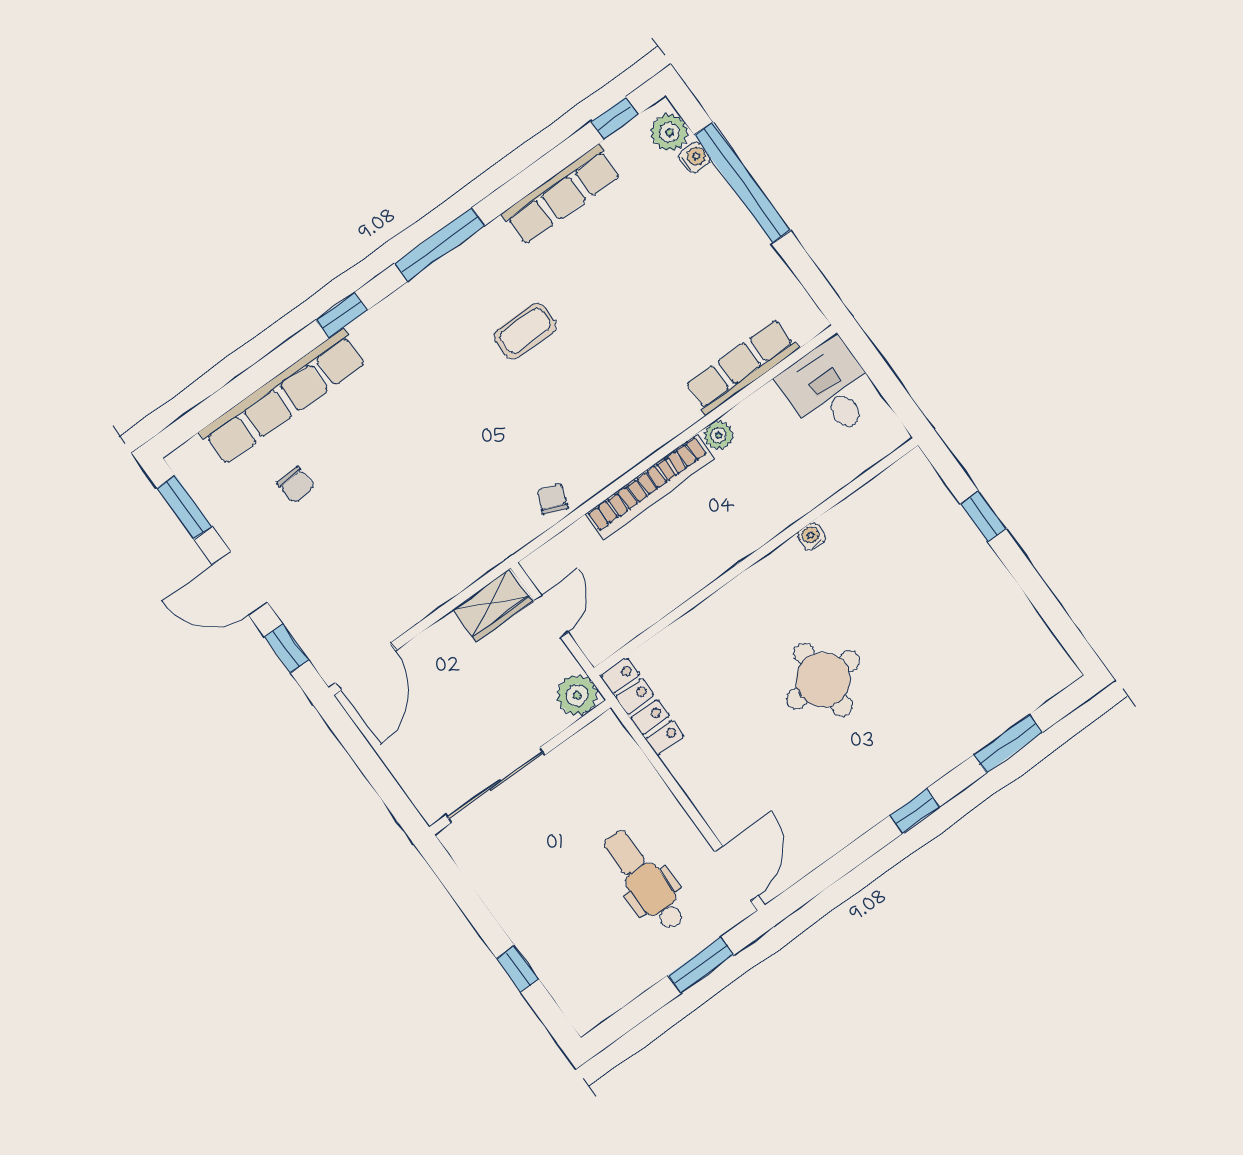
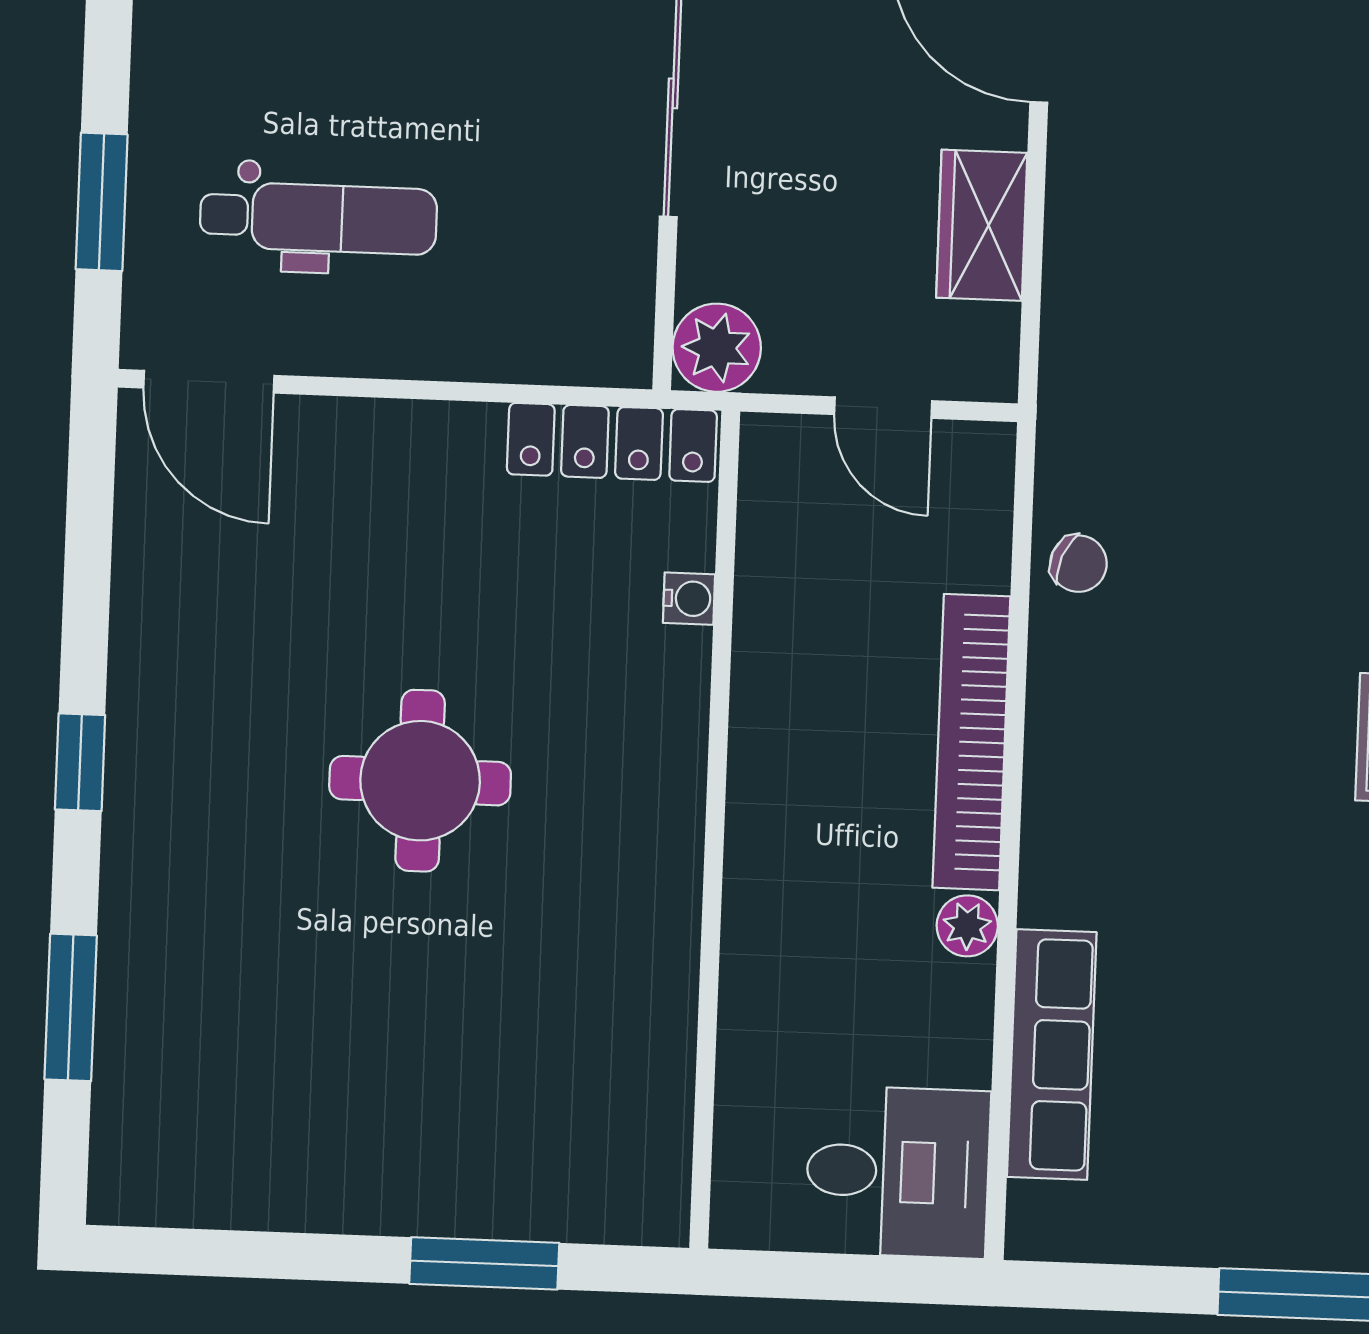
window: (983, 516) -> (484, 1263), width x1.50
water cooler: (812, 537) -> (689, 599), moved
wardrobe: (492, 606) -> (982, 225), moved

